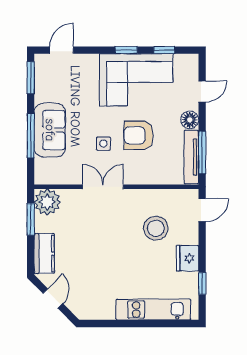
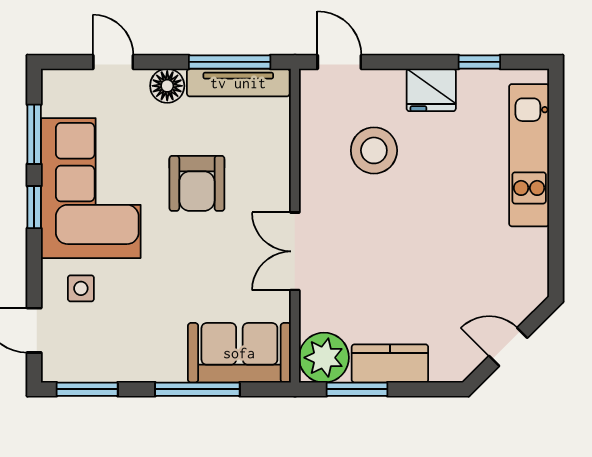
window: (164, 50) -> (34, 134), width x1.50
sofa: (50, 130) -> (239, 353), moved
side table: (103, 144) -> (81, 288), moved
kitchen counter: (44, 254) -> (390, 363), moved

